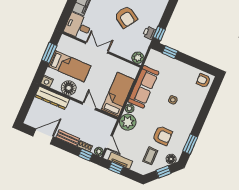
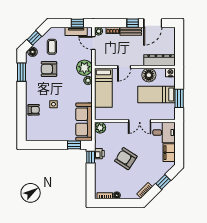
armchair: (203, 80) -> (34, 110), moved
sofa: (143, 87) -> (84, 122), moved
door: (89, 106) -> (124, 67), hinge flipped
window: (86, 155) -> (133, 23), moved

